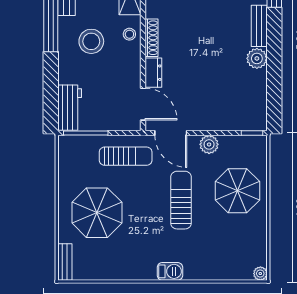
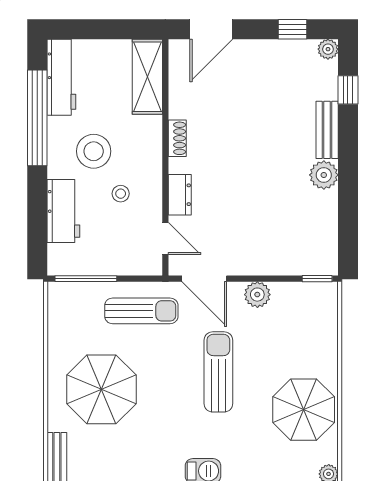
stool: (129, 34) -> (121, 194), moved
shoe rack: (151, 38) -> (177, 138), width x0.70
door: (143, 104) -> (165, 238), width x0.73
workbench: (70, 108) -> (63, 211), moved
parasol: (237, 191) -> (304, 410), moved

